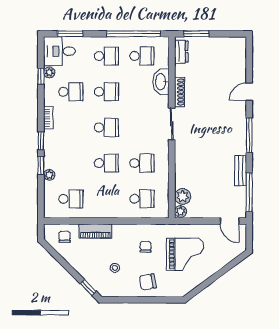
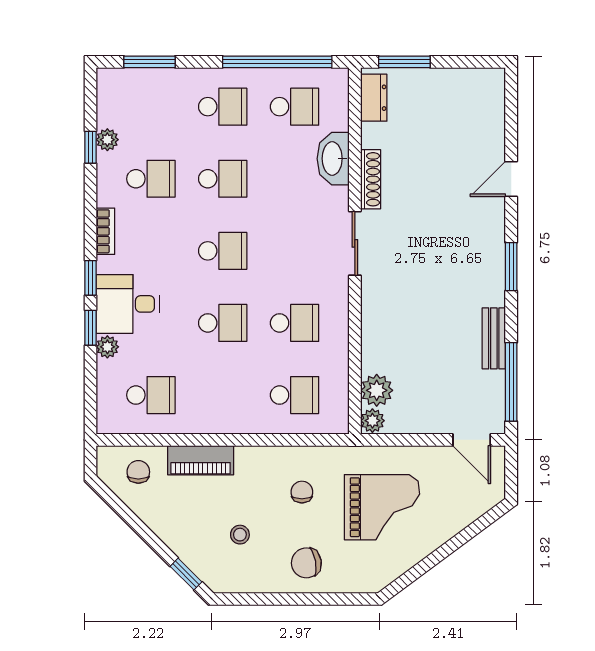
desk: (59, 51) -> (128, 304), moved
window: (249, 135) -> (511, 267), width x0.69

